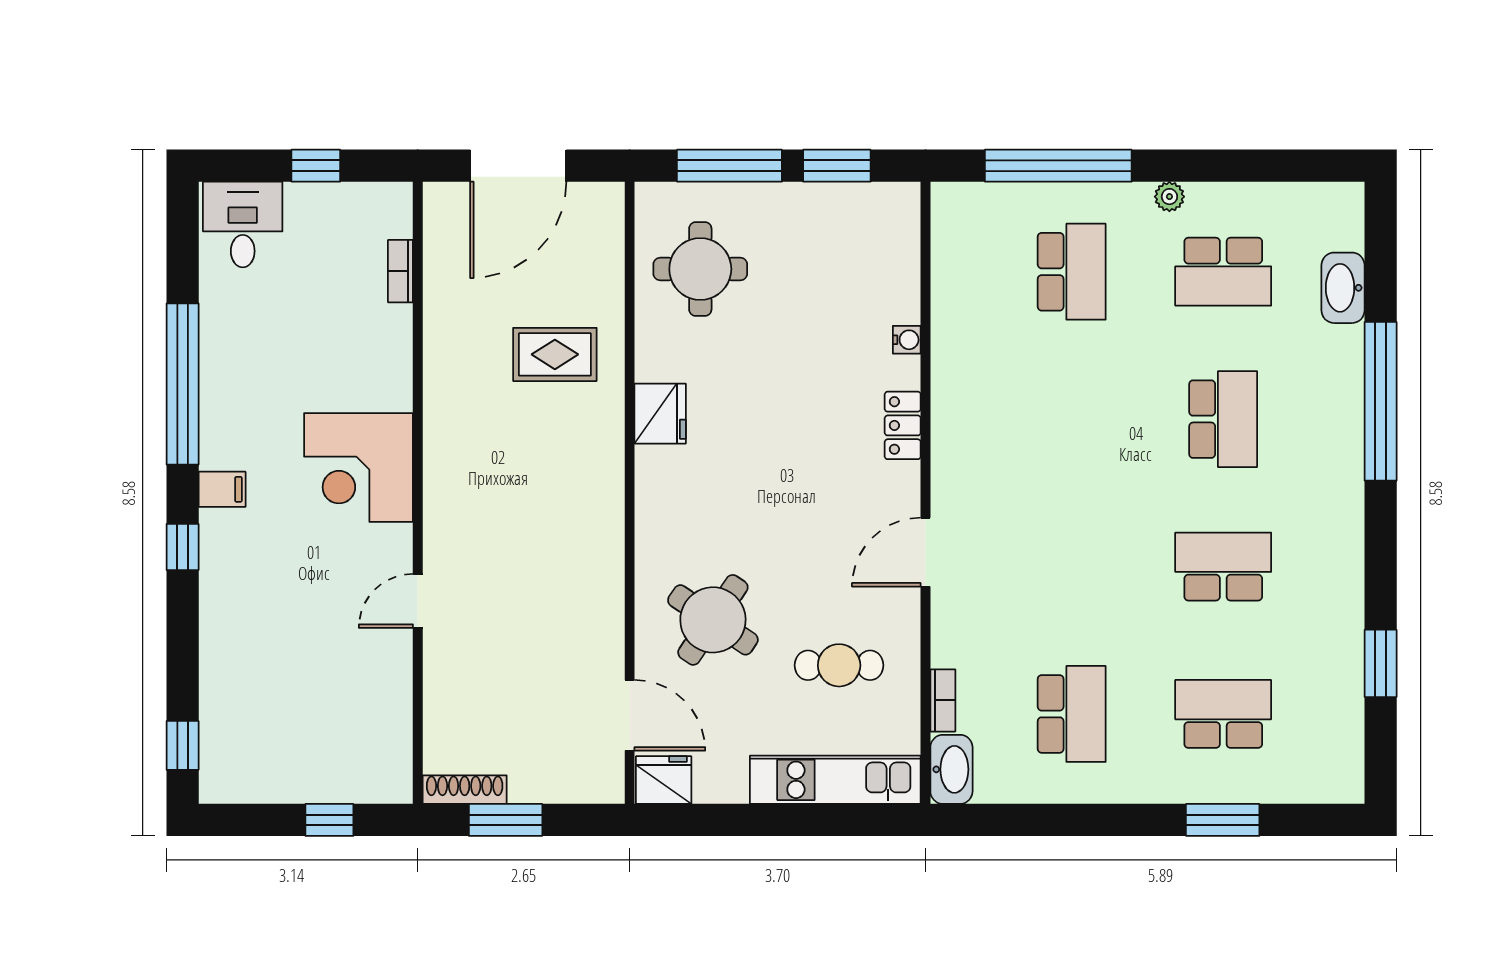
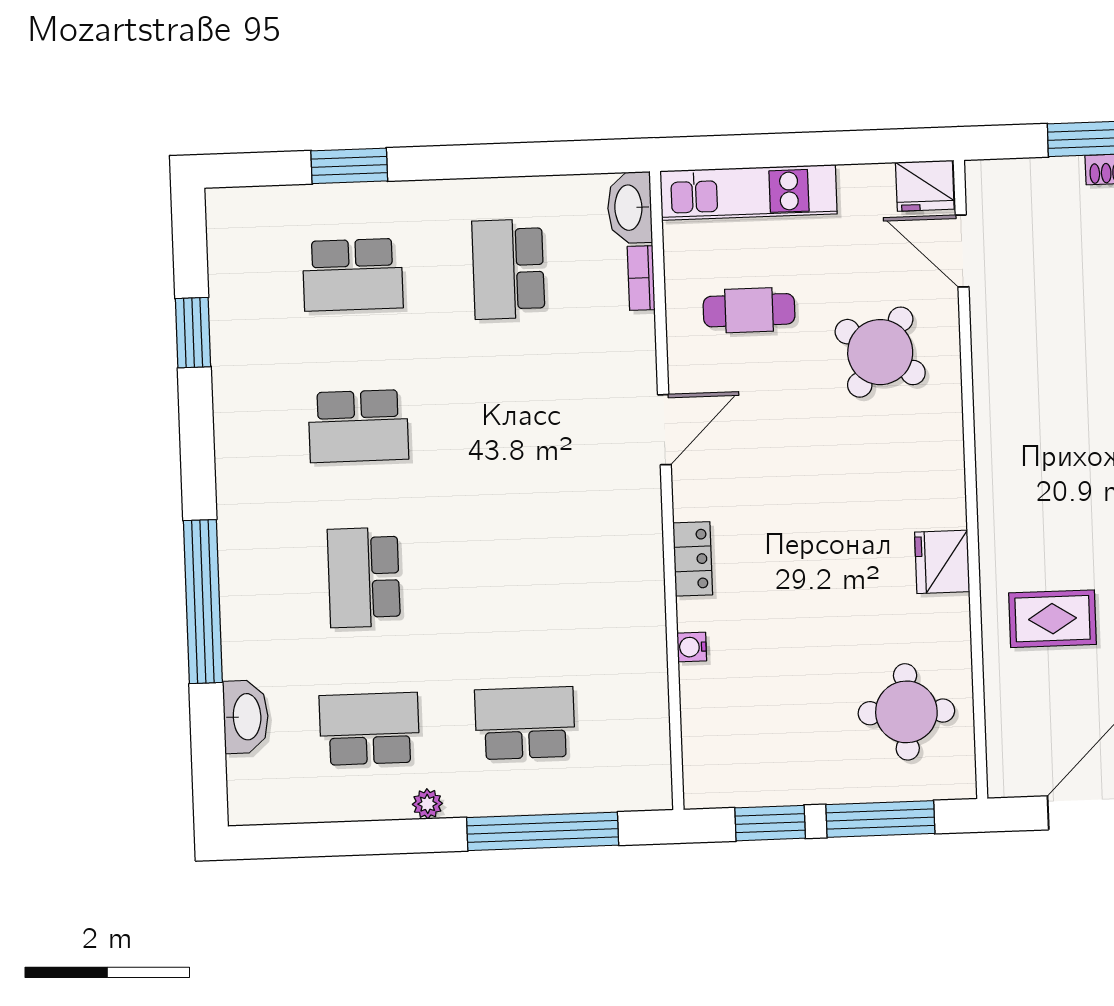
school desk: (1072, 272) -> (525, 723), turned 90

